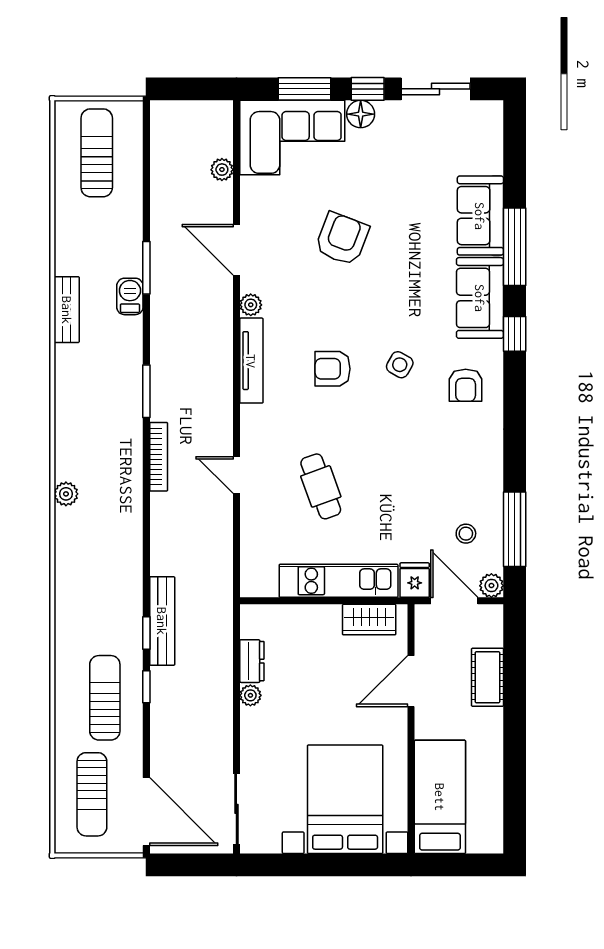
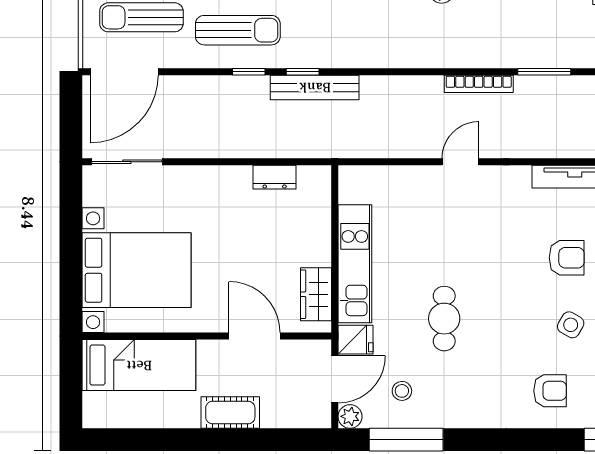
armchair: (333, 369) -> (567, 258), turned 90
armchair: (466, 385) -> (550, 391), turned 180
cafe table: (321, 486) -> (444, 319), moved, turned -70
cot: (487, 677) -> (230, 413), moved
plant: (250, 695) -> (240, 176), removed

